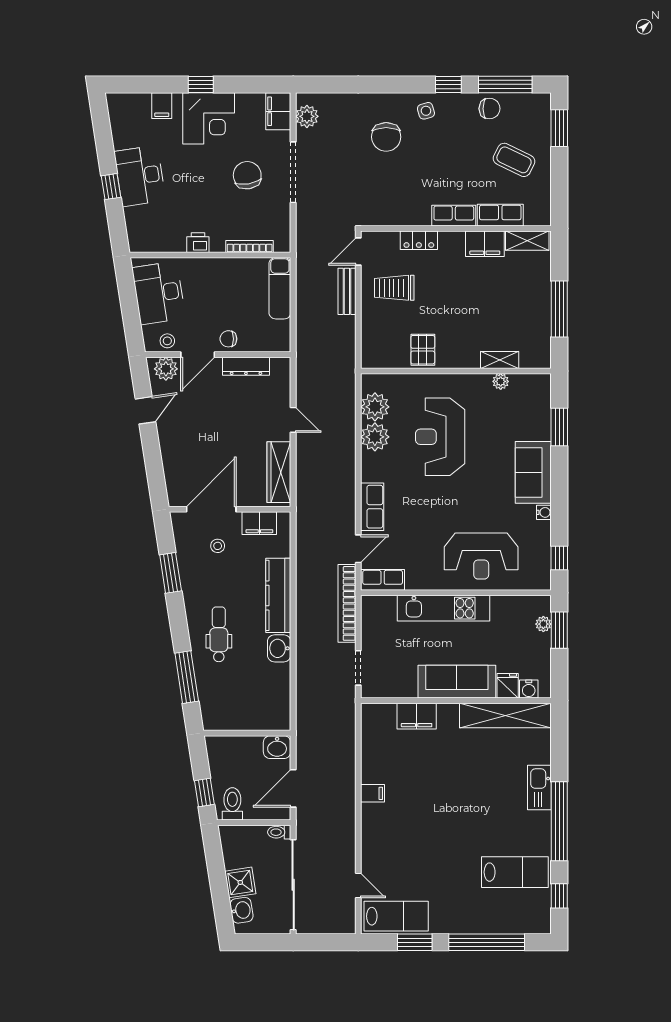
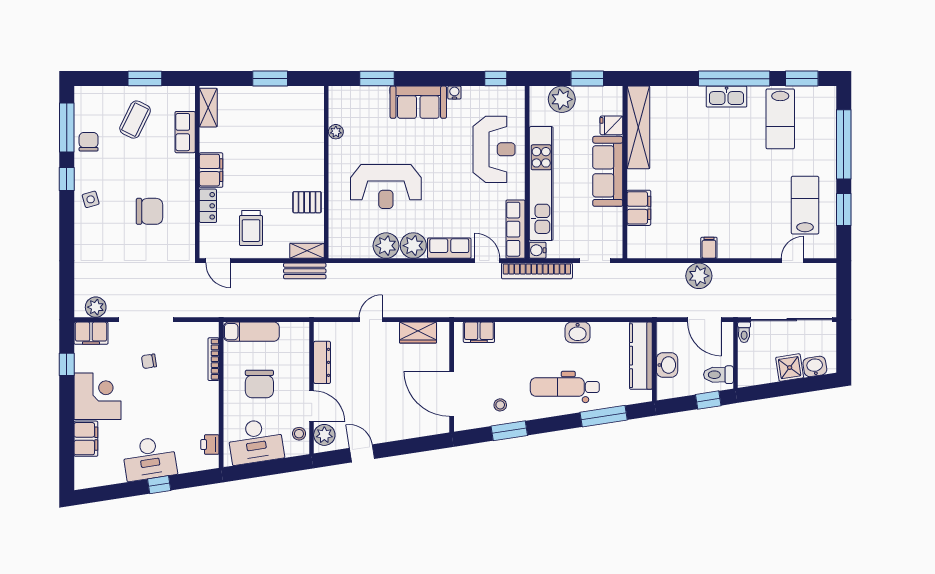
window: (201, 84) -> (67, 364), moved
filing cabinet: (162, 106) -> (86, 439), width x2.00
window: (559, 128) -> (145, 79), moved
chair: (386, 137) -> (149, 211), moved
chair: (247, 175) -> (149, 361), width x0.54, depth x0.54
row of seats: (454, 216) -> (186, 174), removed
printer: (198, 243) -> (210, 445), moved
filing cabinet: (485, 244) -> (211, 170), moved
bench: (347, 291) -> (305, 271), moved
window: (559, 309) -> (270, 79), width x0.69
chair: (228, 339) -> (259, 384), moved, width x1.87, depth x1.87
shelving: (500, 360) -> (307, 251), moved, turned 90
plant: (375, 407) -> (413, 246), moved
wardrobe: (279, 472) -> (418, 333), width x0.67
filing cabinet: (259, 523) -> (479, 332), moved, turned 90
stool: (218, 546) -> (500, 405), moved
row of seats: (383, 580) -> (516, 229), width x1.48
kitchen counter: (278, 595) -> (641, 356), moved, turned 90
kitchen unit: (443, 608) -> (541, 184), width x1.36
plant: (543, 624) -> (562, 99), width x1.88, depth x1.88
window: (559, 630) -> (587, 79), moved
dental chair: (219, 634) -> (565, 387), width x1.36, depth x1.38
water cooler: (529, 689) -> (538, 250), moved, turned 180
washbasin: (277, 747) -> (667, 365), moved
plant: (342, 782) -> (699, 276), added
kitchen sink: (539, 787) -> (727, 97), moved
lab bench: (515, 872) -> (780, 119), turned 180
window: (559, 896) -> (802, 79), width x1.50
lab bench: (396, 916) -> (805, 205), moved

